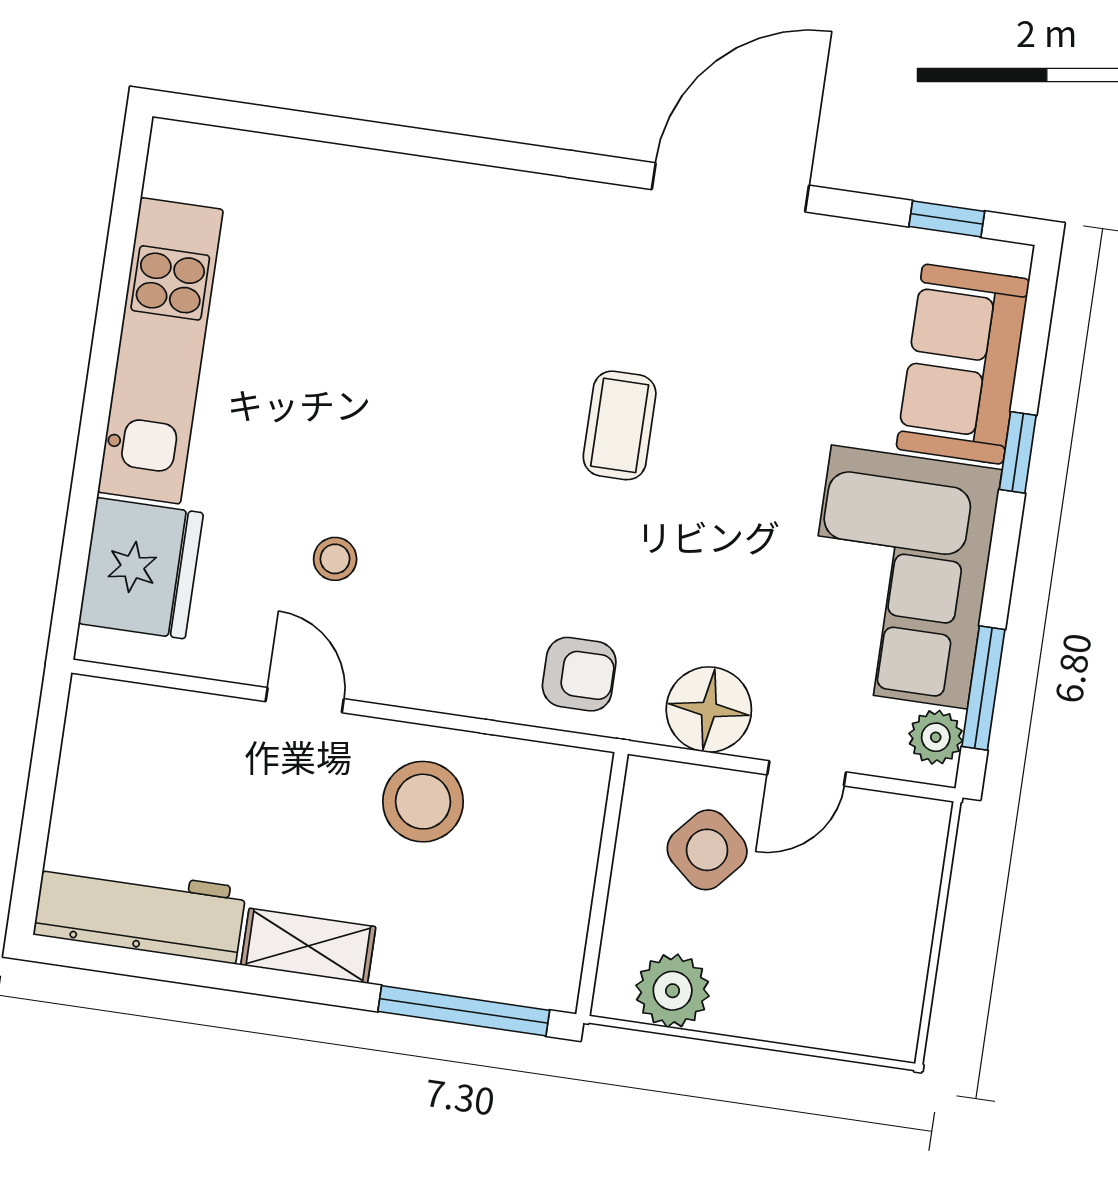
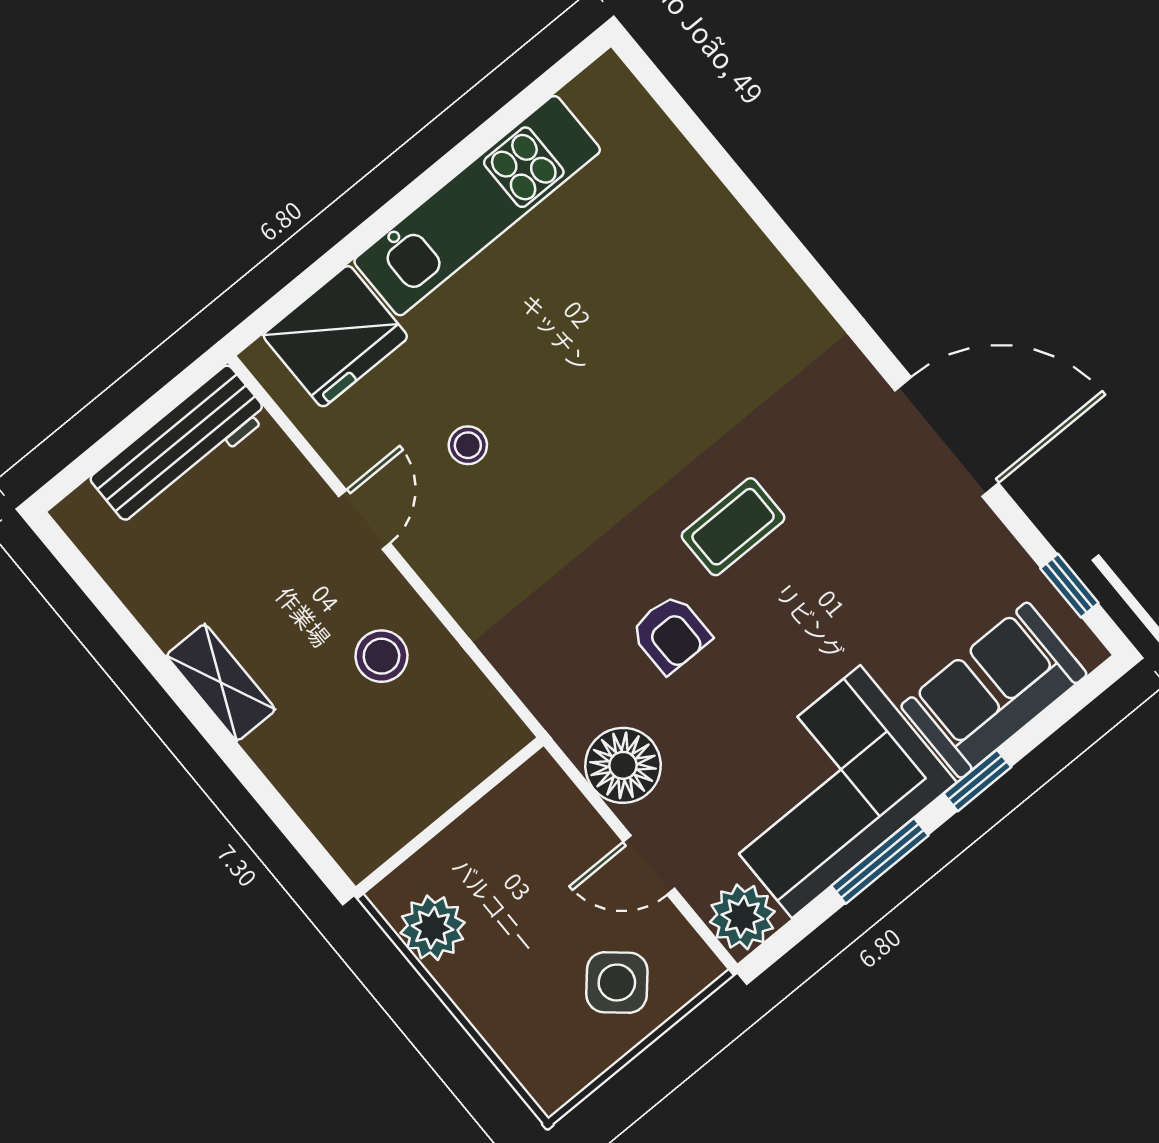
armchair: (579, 674) -> (671, 634), moved
window: (983, 688) -> (880, 861), moved
plant: (936, 737) -> (742, 917), width x1.38, depth x1.38
stool: (423, 802) -> (381, 656), width x0.73, depth x0.73
side table: (707, 850) -> (617, 982), moved
workbench: (140, 912) -> (180, 447), moved, turned 90
window: (464, 1011) -> (284, 817), removed

